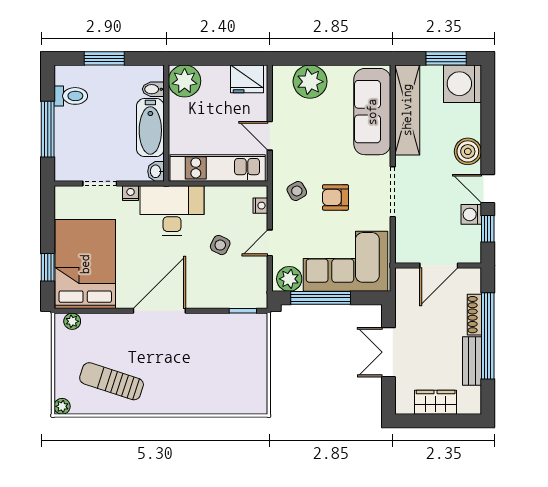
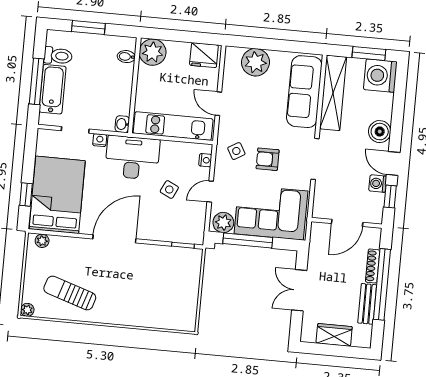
bathtub: (150, 128) -> (53, 89), moved, turned 180

